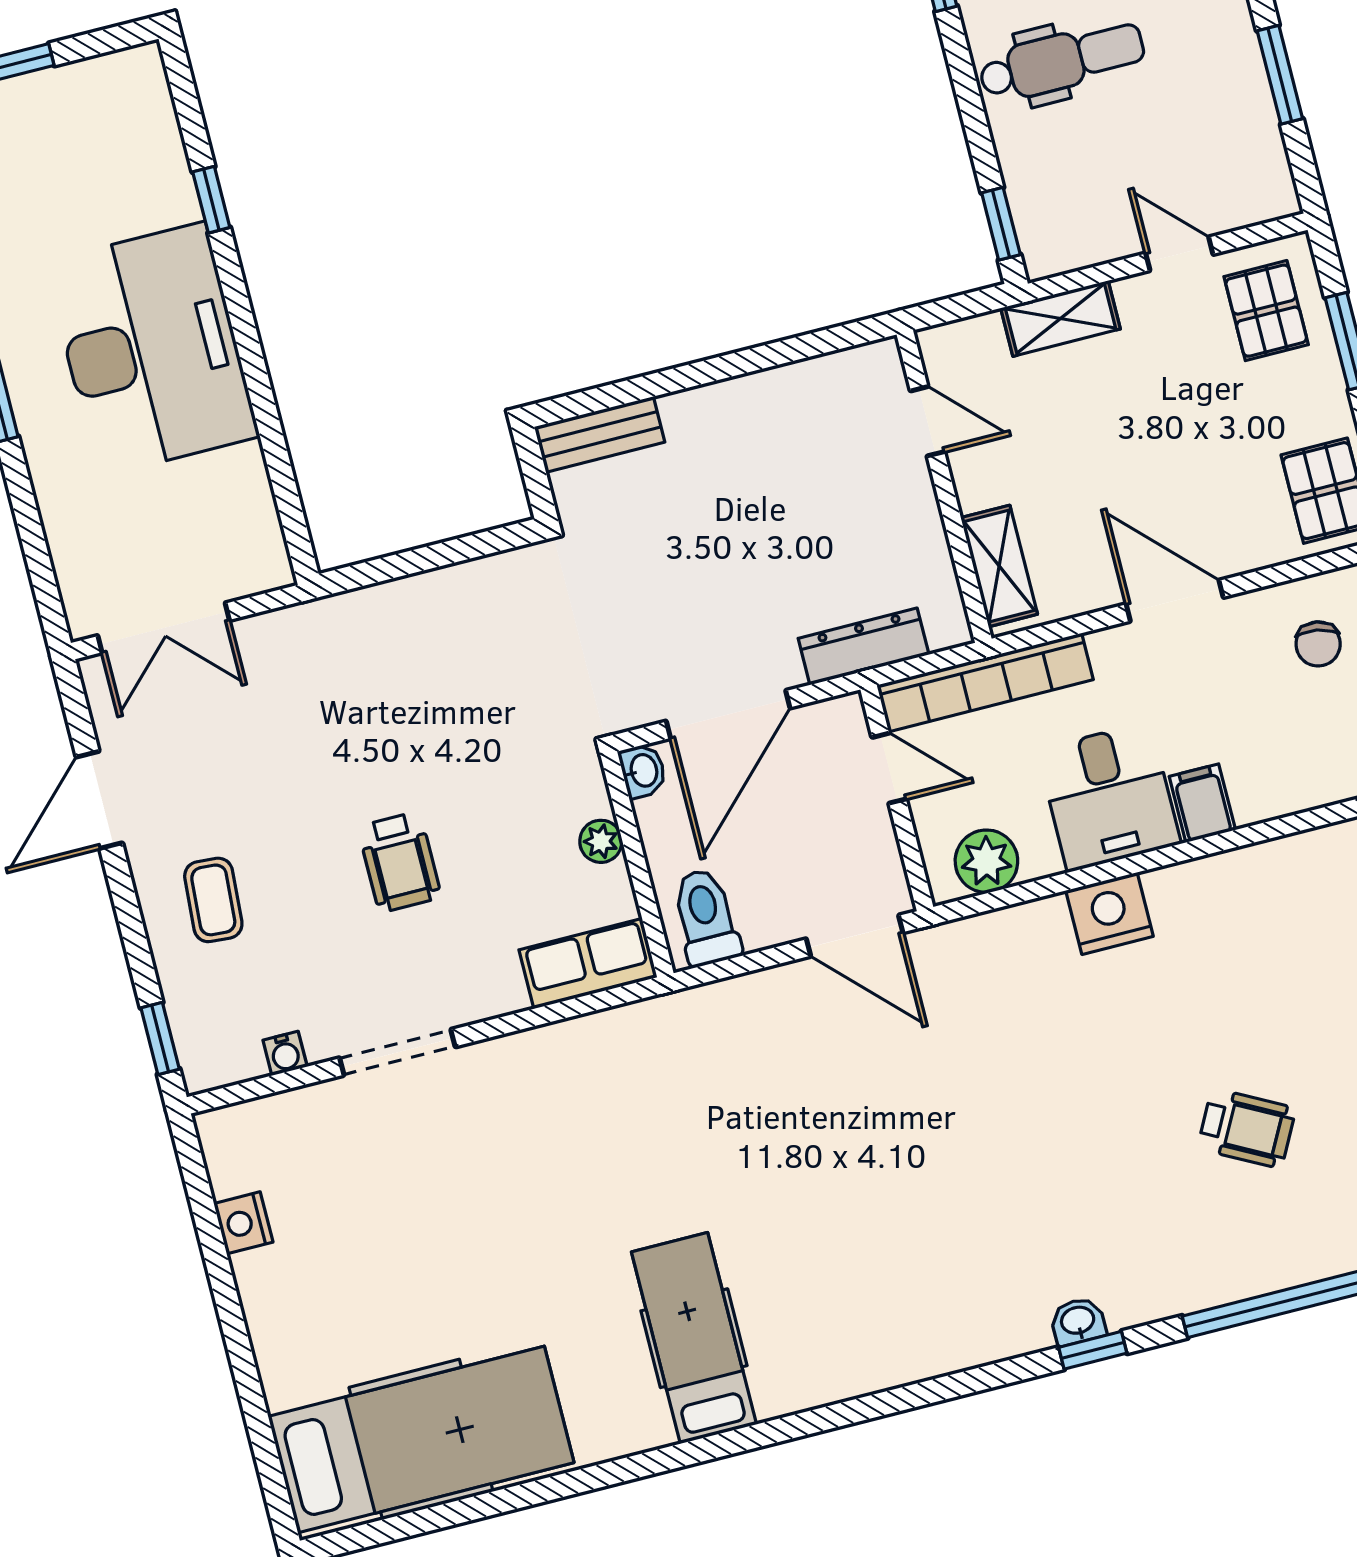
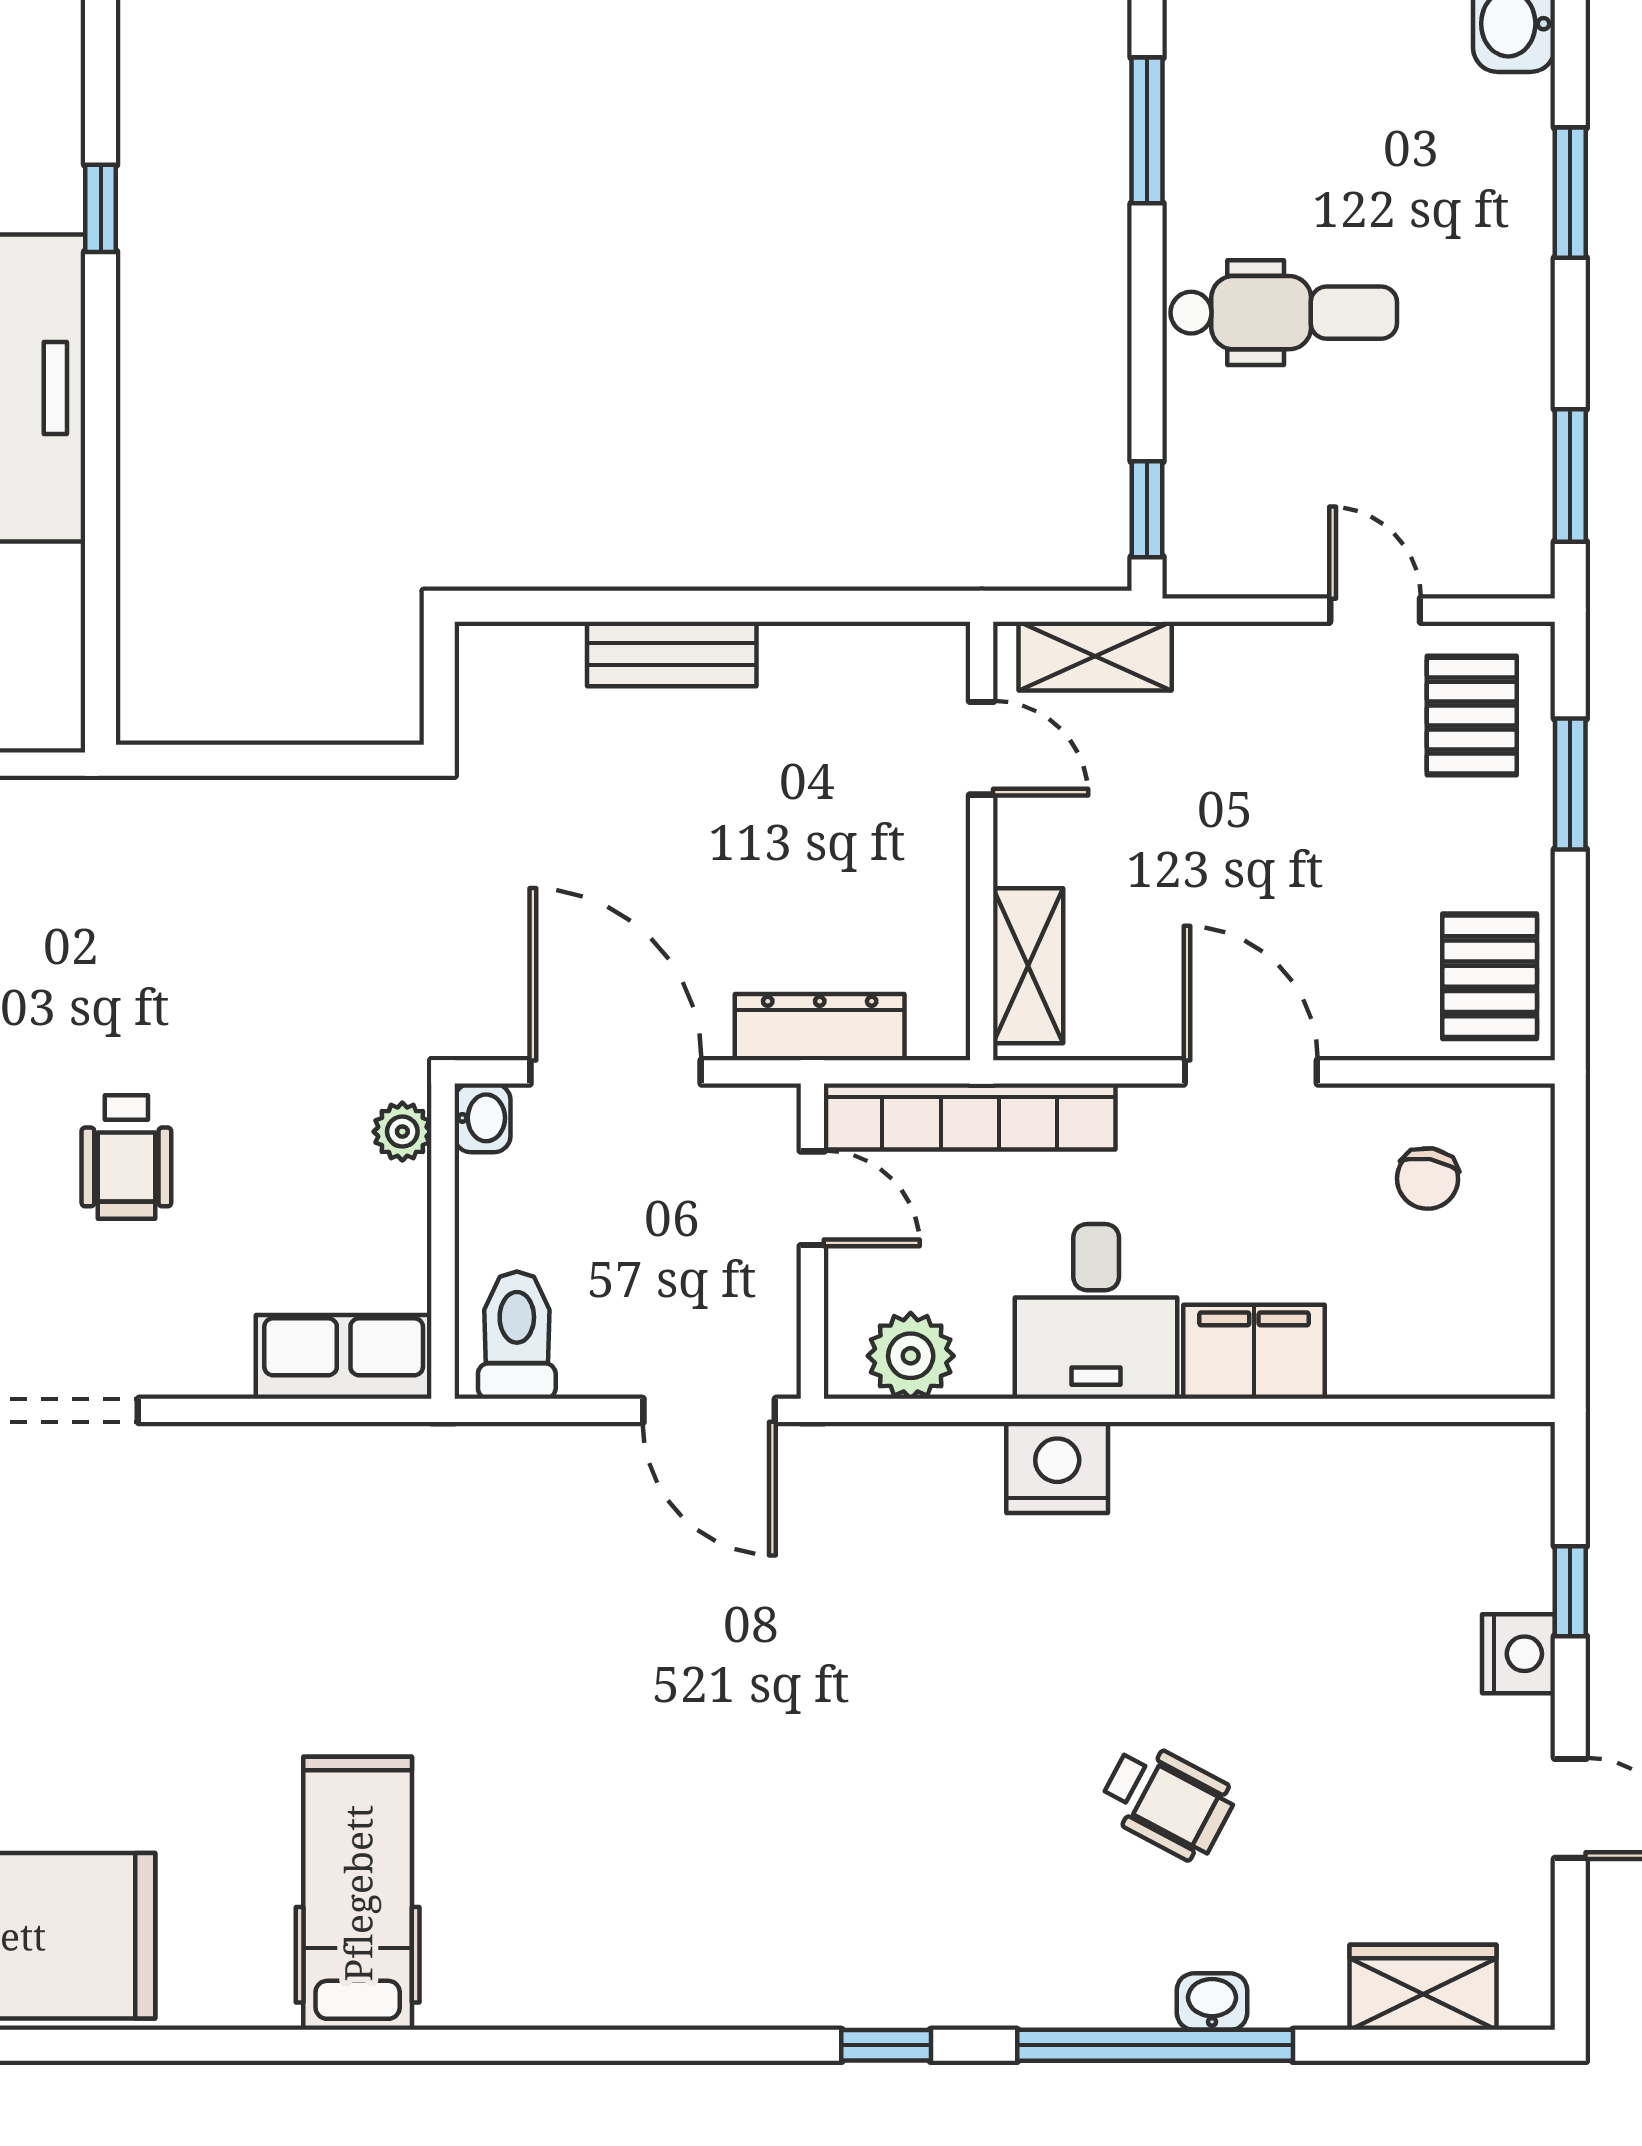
window: (1280, 75) -> (1570, 475), moved
shelving: (1061, 318) -> (1095, 656), moved
bench: (600, 434) -> (672, 654), moved
door: (728, 714) -> (616, 1072), swing flipped
filing cabinet: (1202, 803) -> (1254, 1352), width x2.00
plant: (601, 841) -> (402, 1132), moved
washbasin: (1078, 1321) -> (1212, 2002), moved

